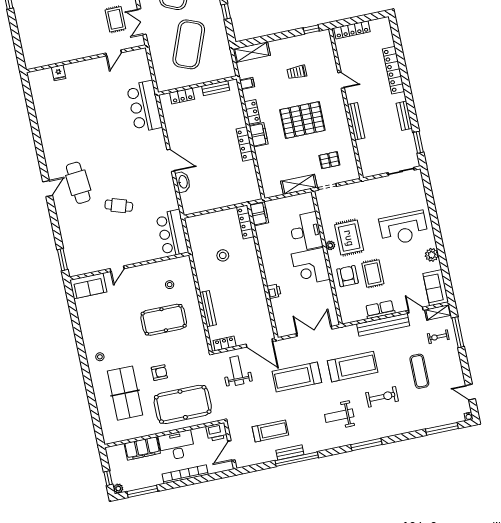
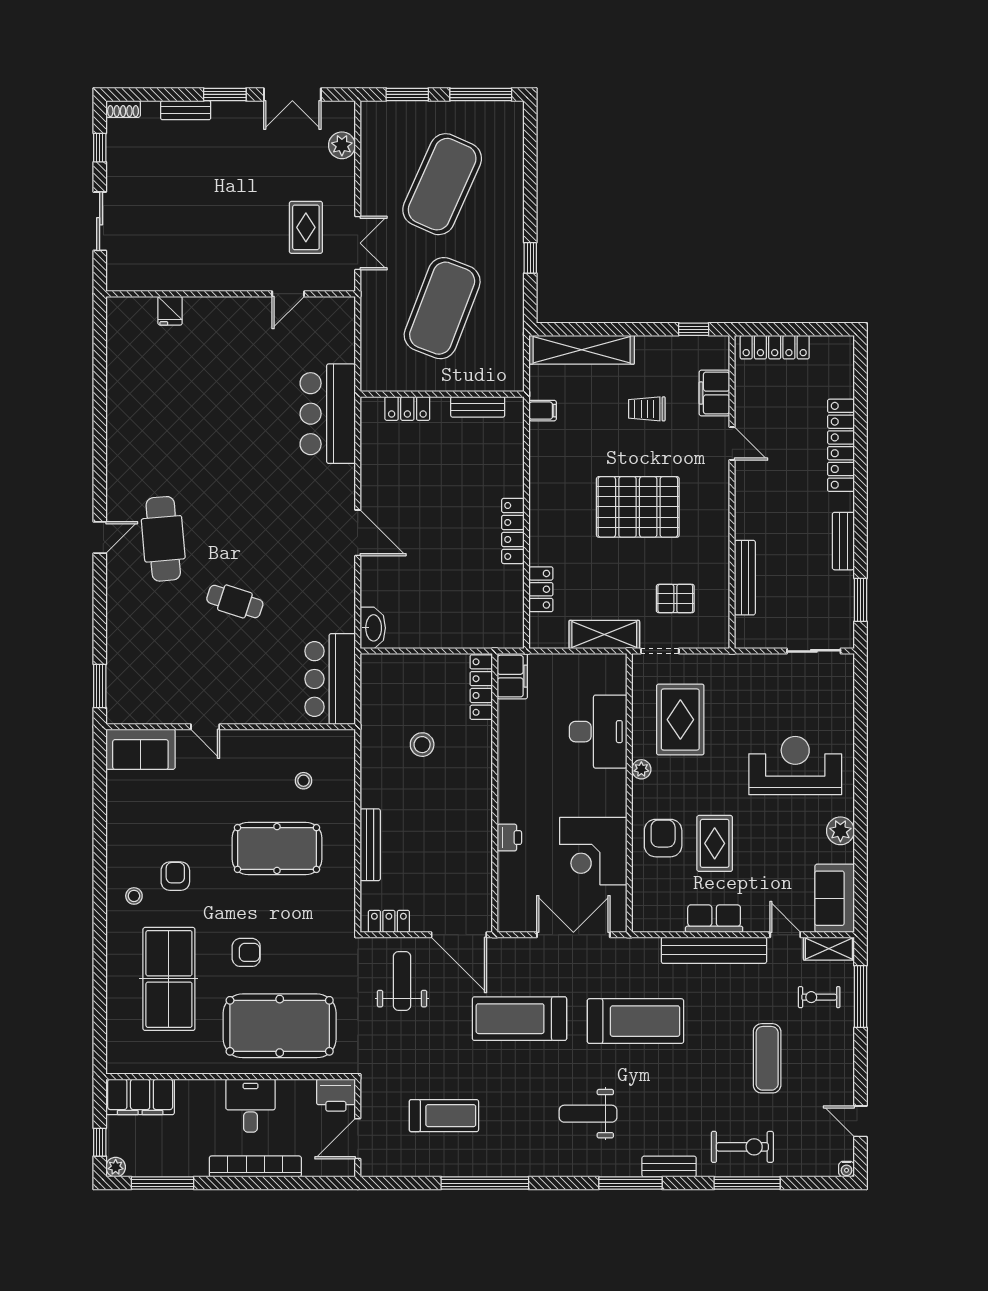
double door: (142, 22) -> (358, 243), swing flipped
sliding door: (16, 37) -> (100, 221), added
shelving: (252, 52) -> (582, 350), width x1.47
locker: (252, 112) -> (541, 589), moved
bench: (356, 121) -> (745, 578), moved
filing cabinet: (259, 135) -> (714, 393), moved, turned 180
washbasin: (183, 182) -> (373, 628), moved
reception desk: (404, 228) -> (795, 766), turned 180
rug: (349, 238) -> (680, 720), moved
corner desk: (311, 267) -> (593, 851), moved
door: (117, 269) -> (205, 727), hinge flipped
armchair: (118, 343) -> (175, 876), added
exercise bike: (382, 397) -> (742, 1147), moved
window: (442, 429) -> (747, 1183), moved
desk: (177, 446) -> (251, 1106), width x0.73
filing cabinet: (142, 448) -> (140, 1097), moved
bench: (290, 452) -> (669, 1167), moved

